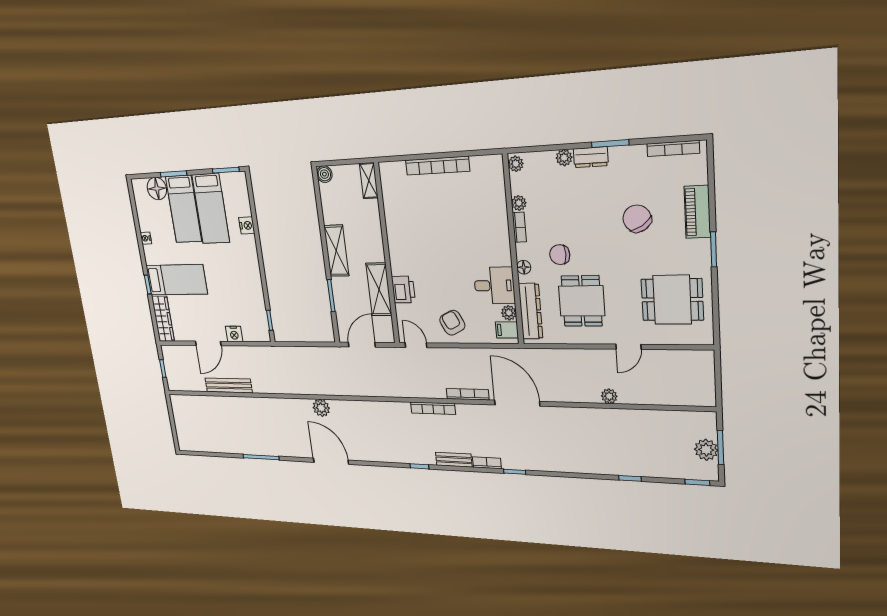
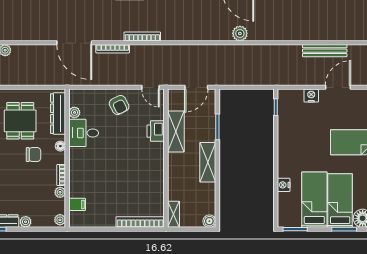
bookcase: (437, 166) -> (140, 222), moved
filing cabinet: (507, 330) -> (77, 204), moved

